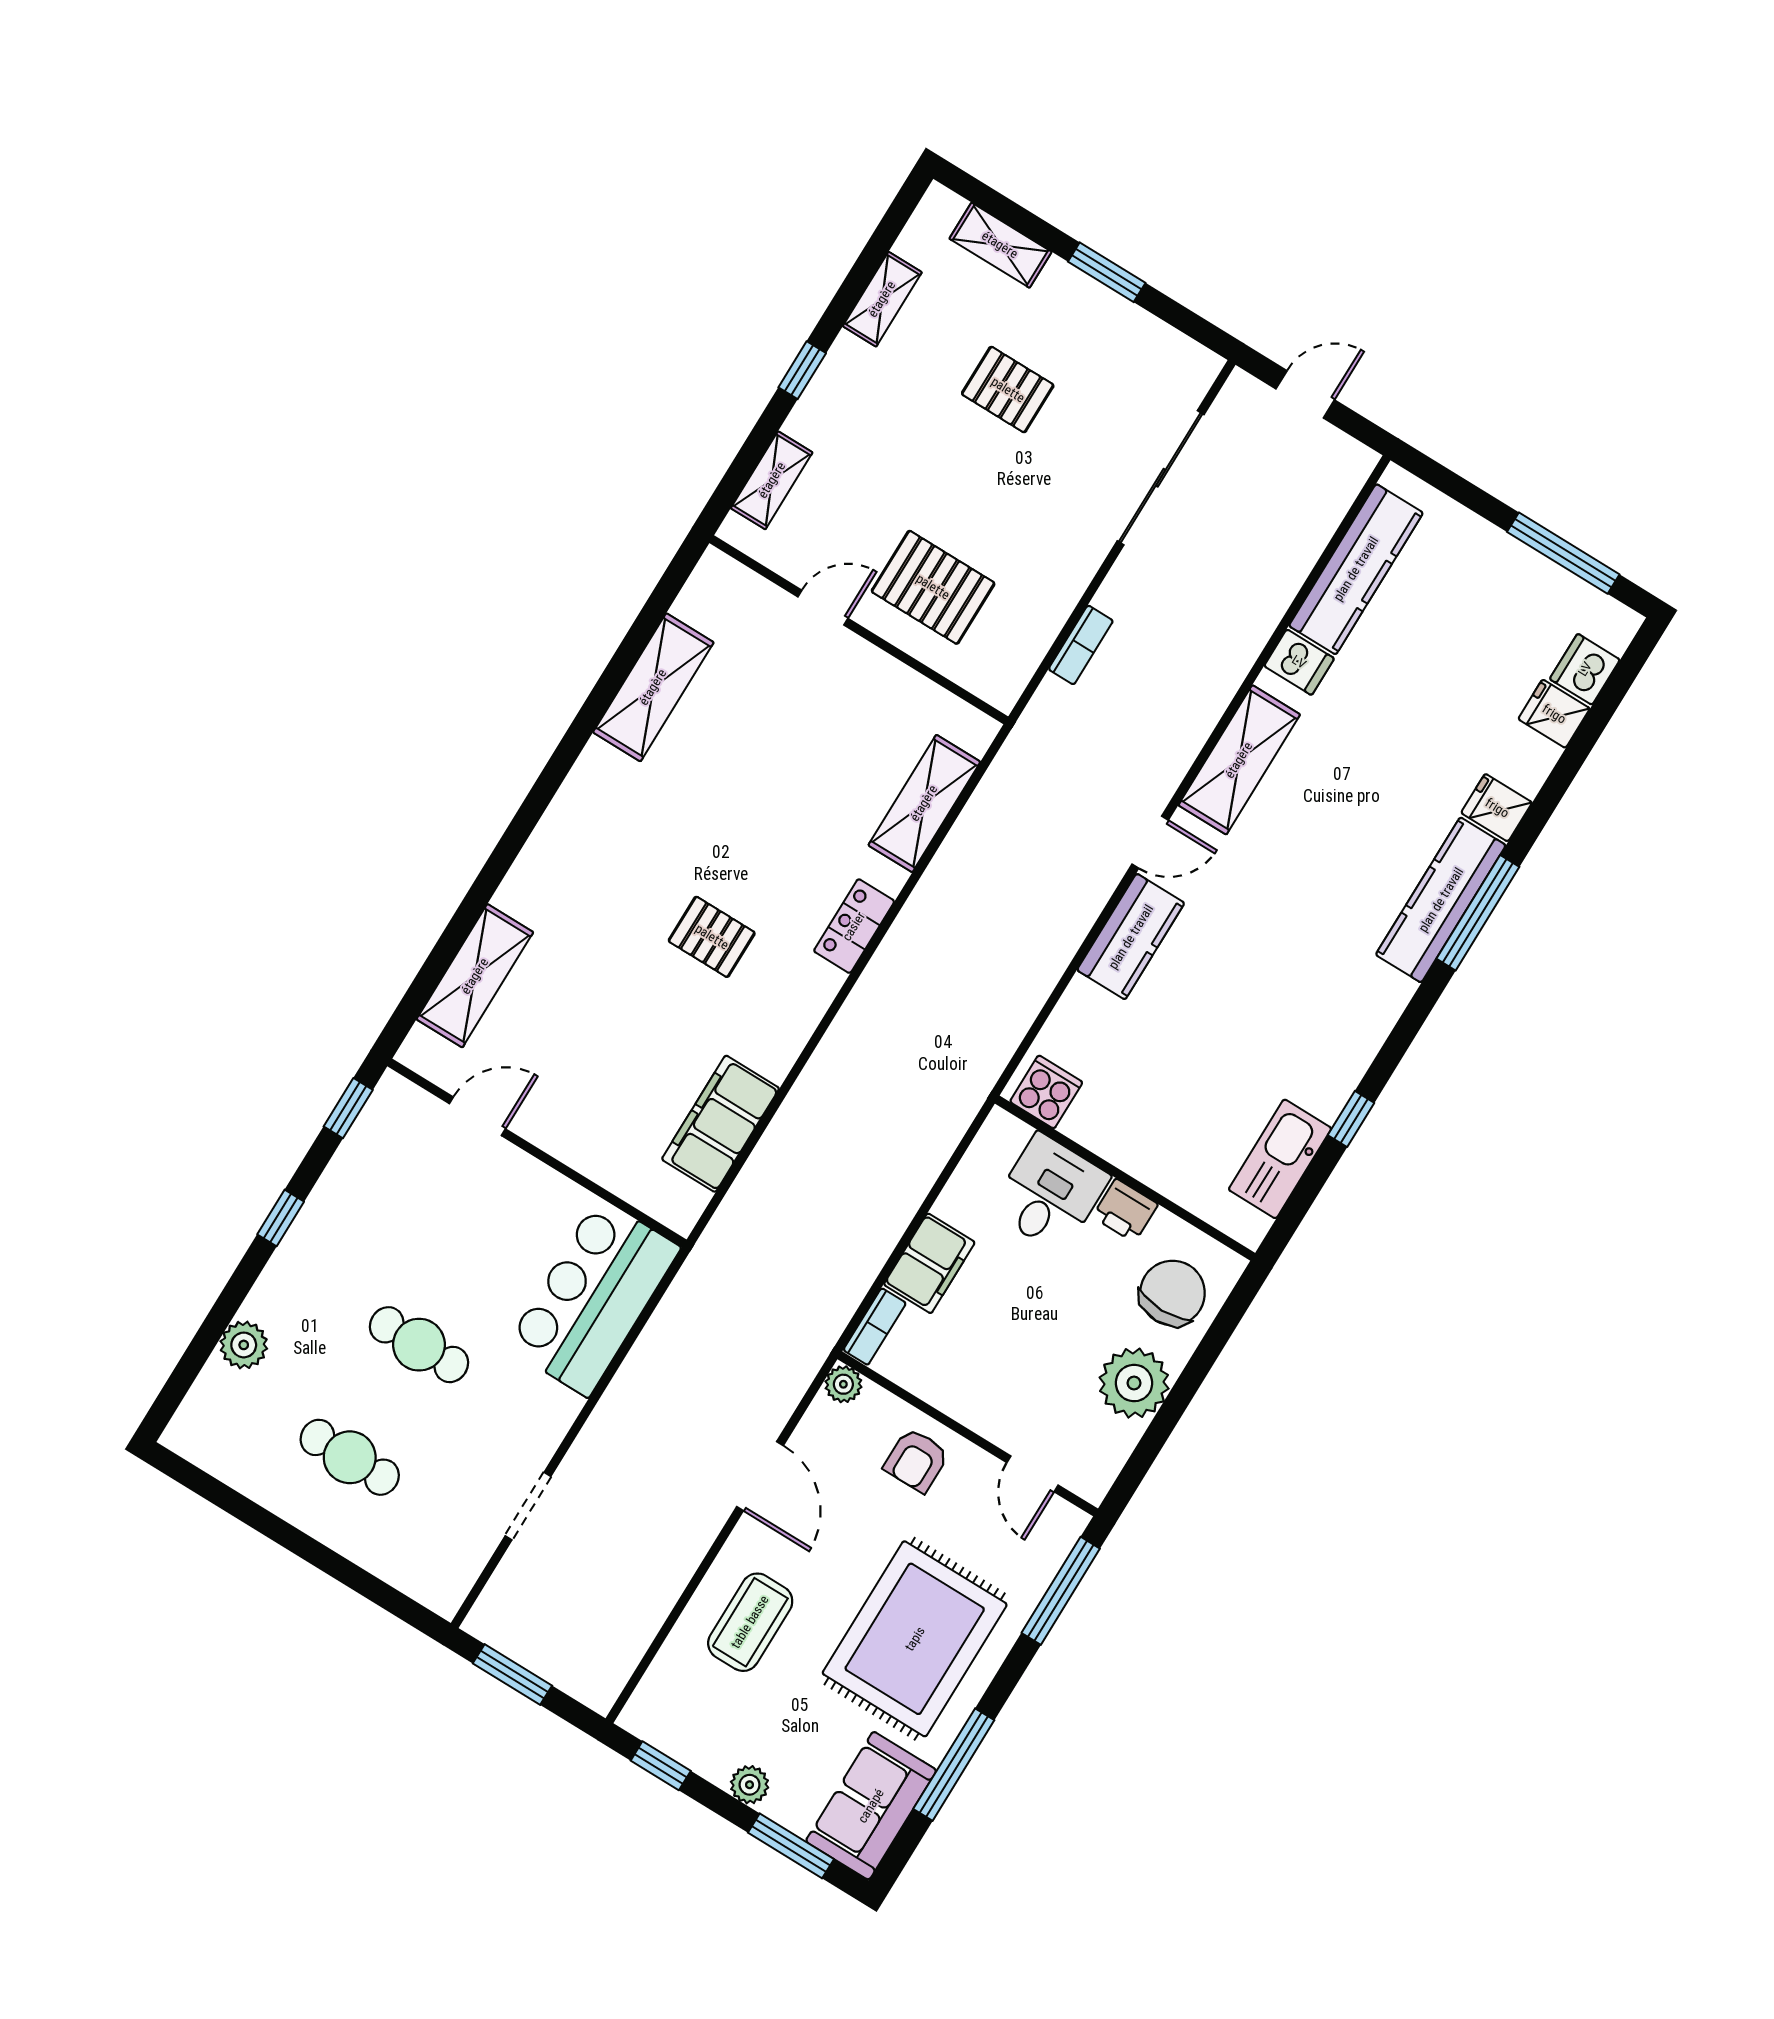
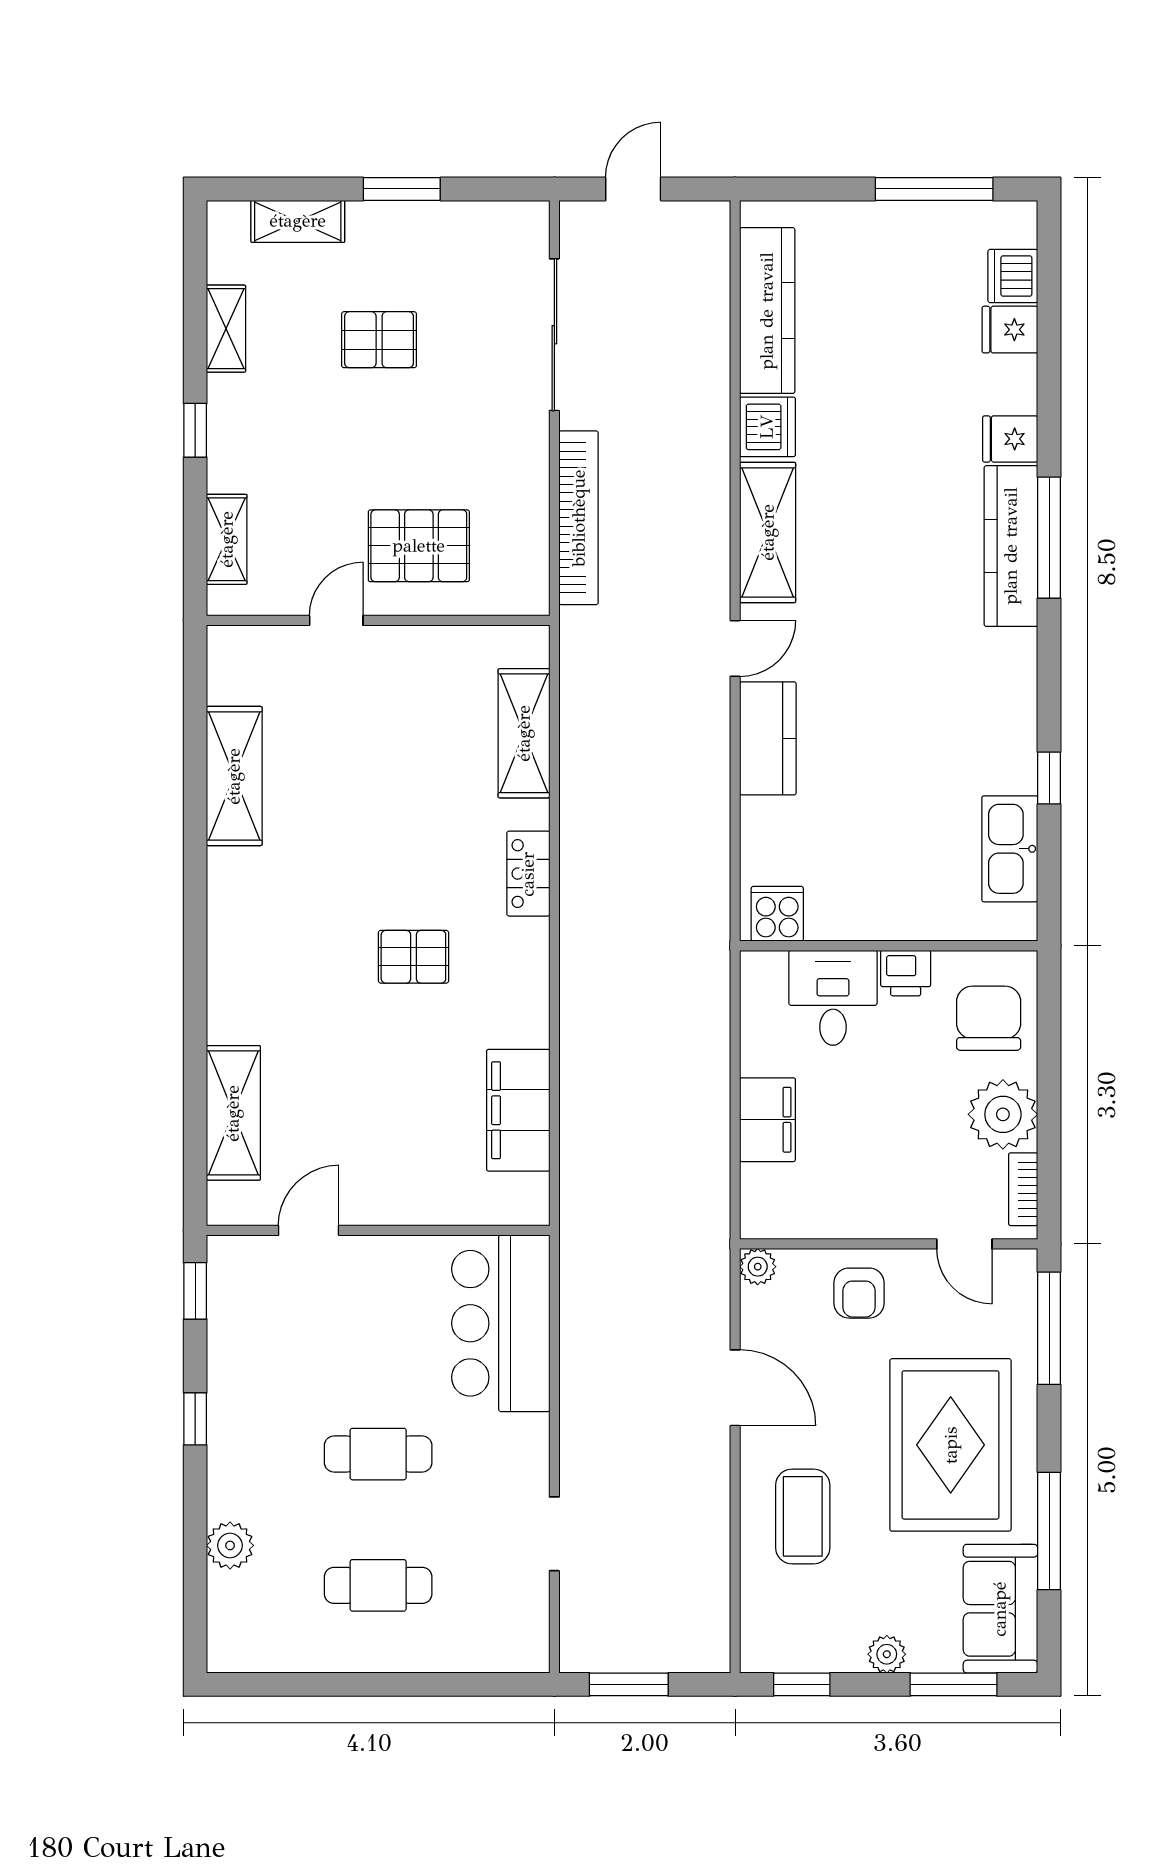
bookcase: (1081, 645) -> (579, 518), width x2.31, depth x1.31
dishwasher: (1299, 662) -> (767, 427), width x1.38
bookcase: (875, 1327) -> (1023, 1189), moved, turned 180

